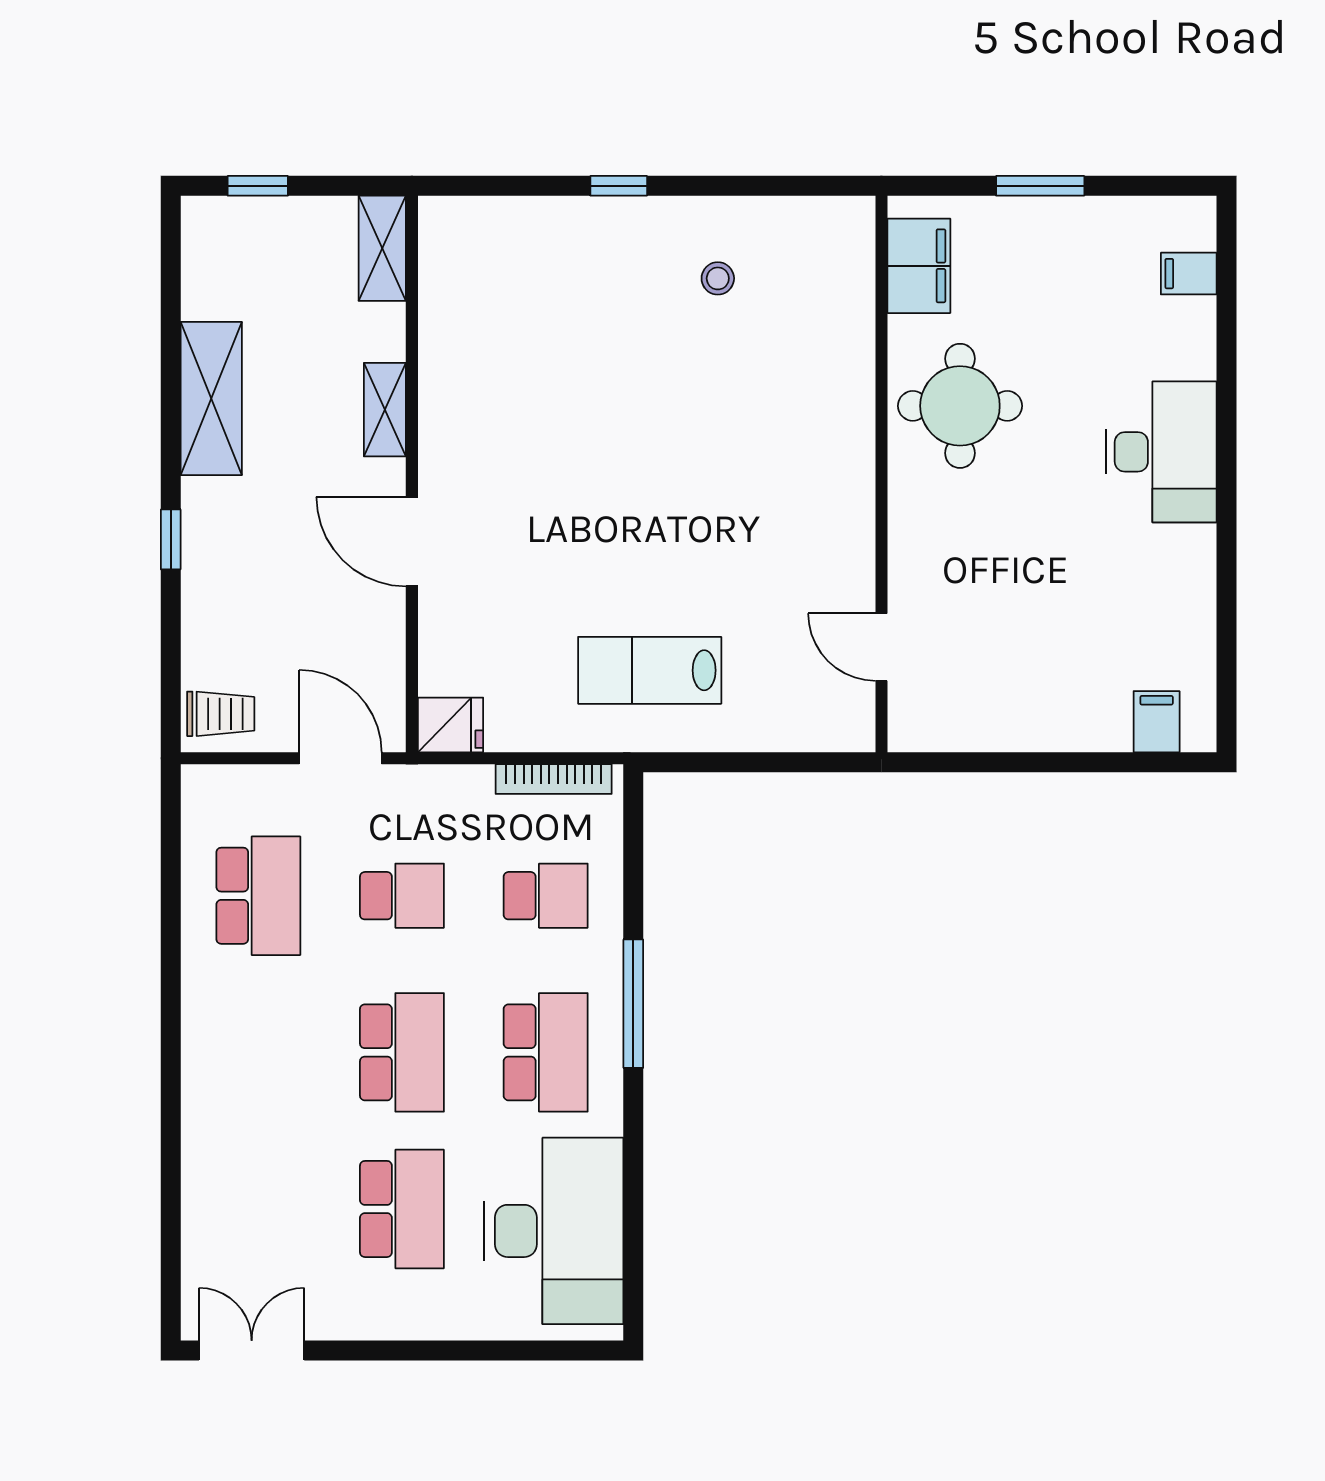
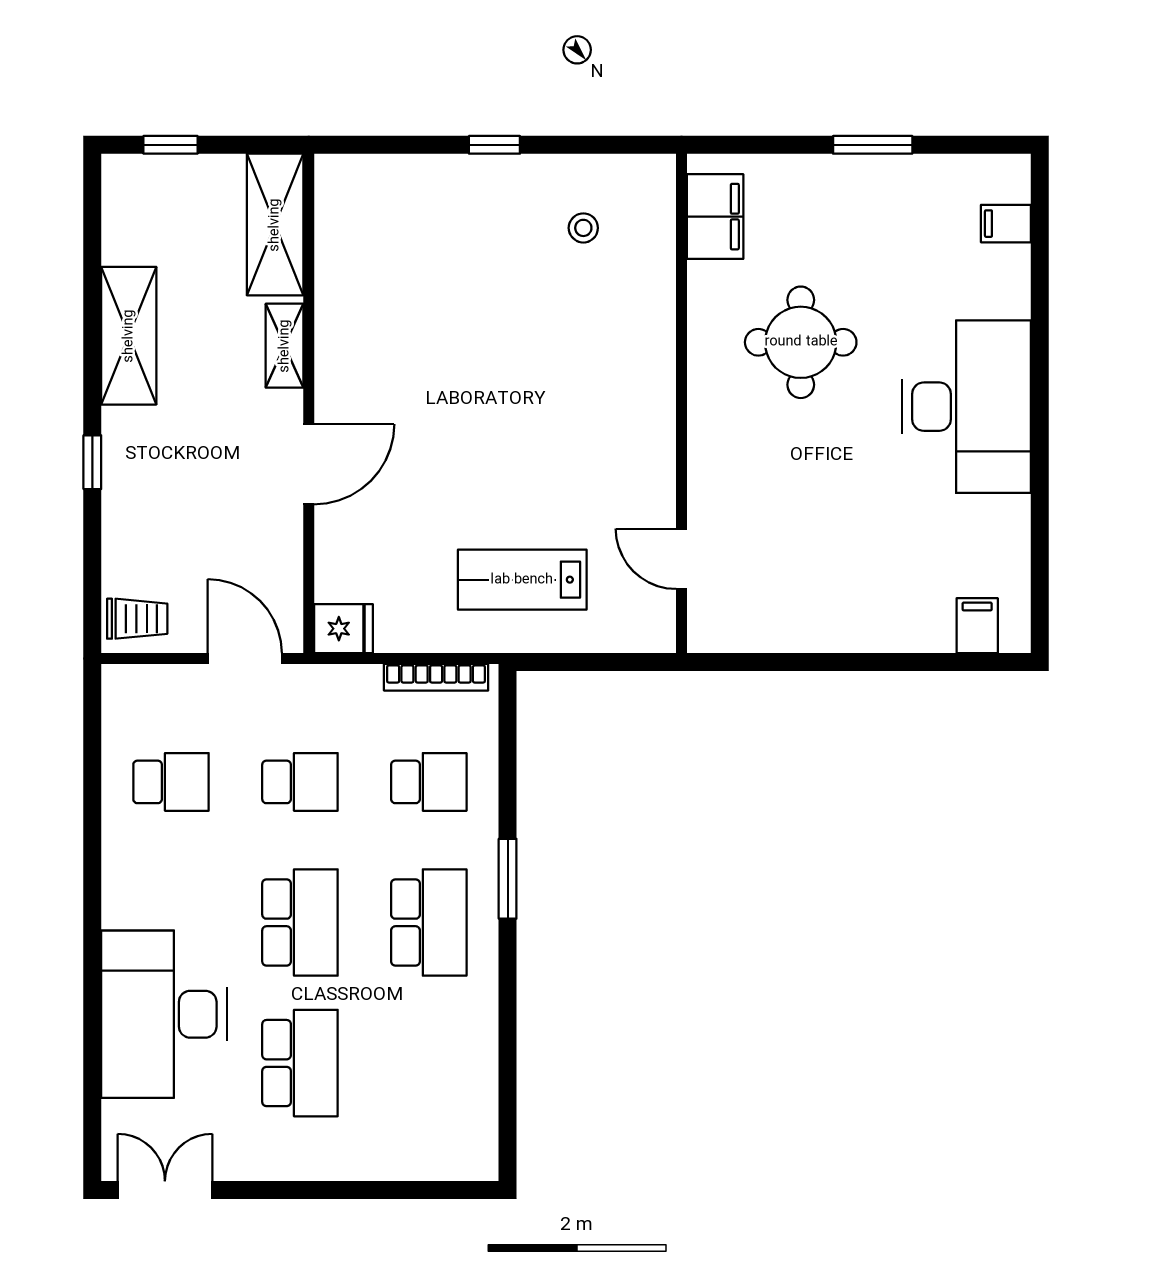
shelving: (382, 248) -> (275, 225), width x1.50, depth x1.33
filing cabinet: (919, 266) -> (715, 217), moved
desk: (1161, 452) -> (966, 407), width x1.36, depth x1.30
wall: (881, 474) -> (681, 403), moved
door: (412, 542) -> (309, 464), swing flipped
door: (881, 647) -> (681, 559), moved
school desk: (258, 896) -> (171, 782), width x0.54
window: (633, 1004) -> (508, 879), width x0.69
desk: (554, 1231) -> (164, 1014), moved, turned 180

